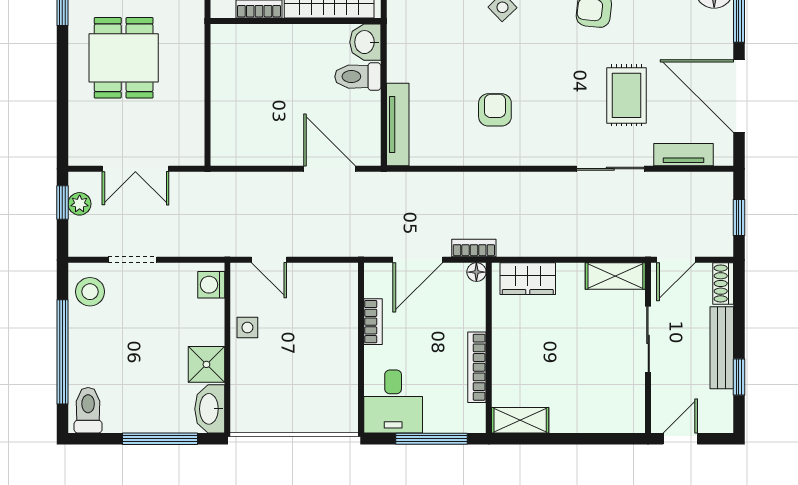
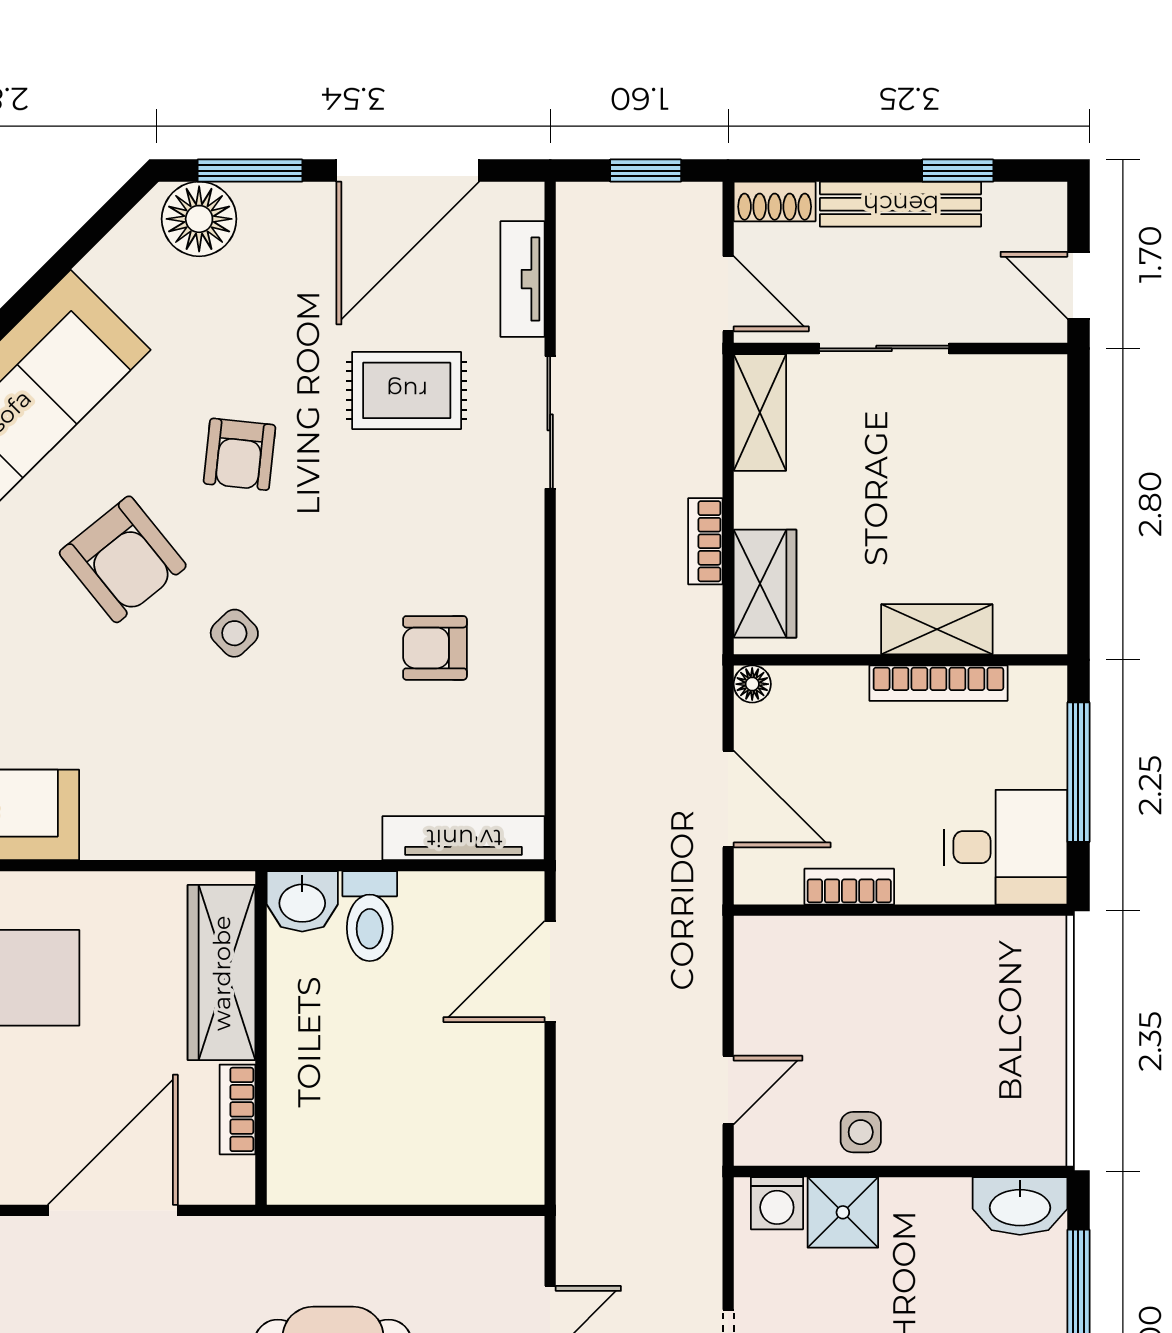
bookcase: (474, 248) -> (705, 541), moved
shower: (206, 364) -> (843, 1212), moved
shelving: (520, 420) -> (937, 629), moved, turned 90

